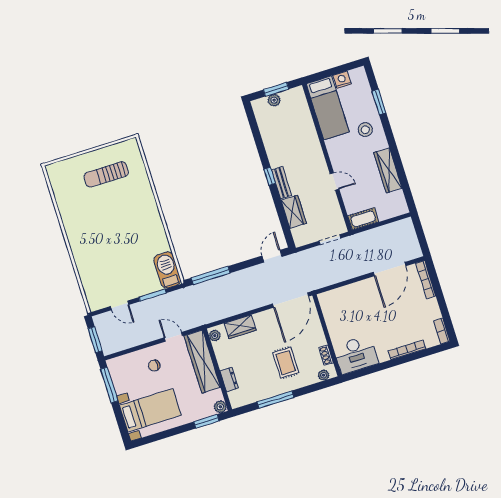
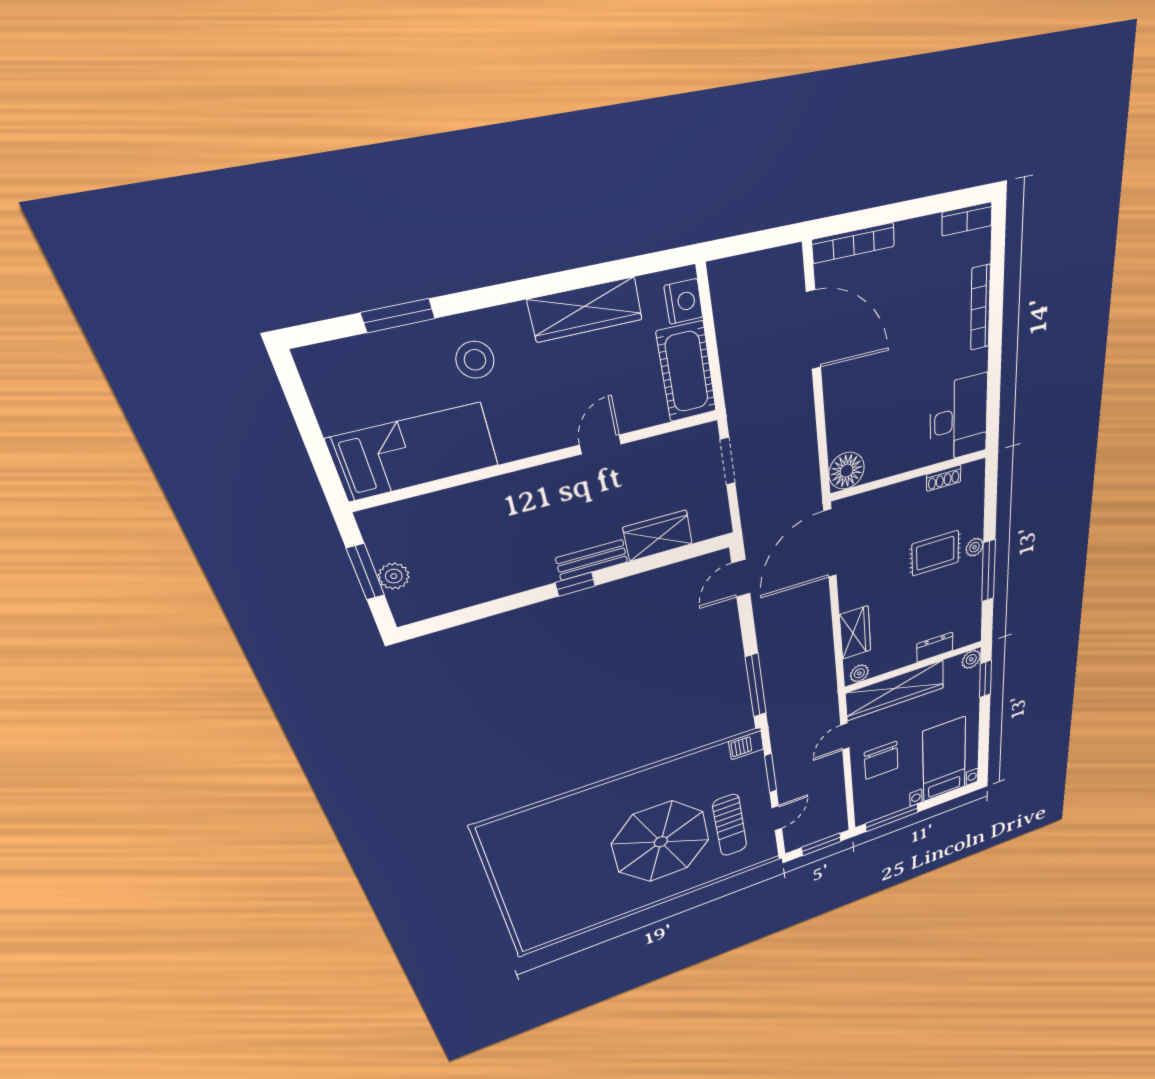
nightstand: (342, 80) -> (684, 302), moved, turned 180
sun lounger: (106, 174) -> (730, 825), moved
cot: (363, 219) -> (687, 372), width x1.37, depth x1.34
parasol: (112, 237) -> (661, 842), added
door: (272, 256) -> (741, 578), hinge flipped
barbecue: (167, 270) -> (746, 745), width x0.53, depth x0.65
door: (291, 300) -> (830, 544), swing flipped
floor lamp: (328, 300) -> (847, 471), added
chair: (154, 365) -> (881, 760), width x1.87, depth x1.87
plant: (324, 375) -> (975, 547), moved

